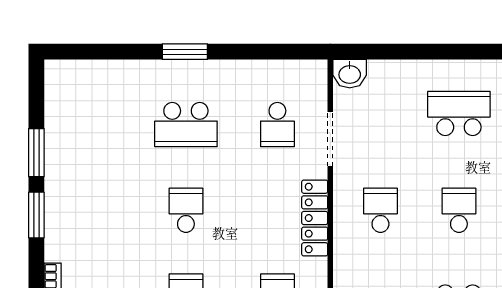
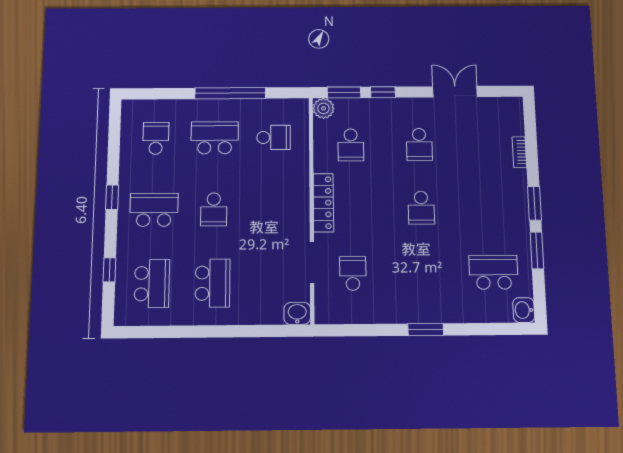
washbasin: (58, 75) -> (524, 310), added
school desk: (459, 113) -> (213, 283), turned -90
school desk: (186, 125) -> (494, 272), moved
school desk: (380, 210) -> (273, 209), removed

